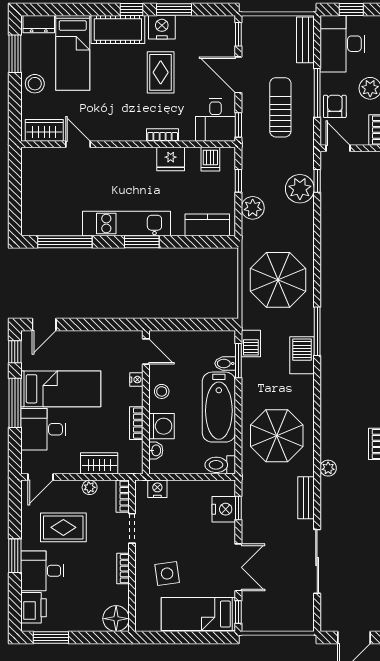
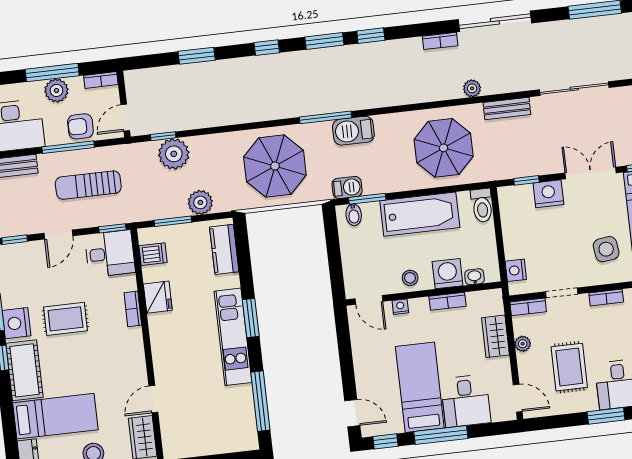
door: (238, 75) -> (58, 235), width x0.73
window: (238, 181) -> (173, 221), width x1.50
door: (146, 351) -> (369, 300), swing flipped
bidet: (225, 363) -> (354, 215), moved
nightstand: (224, 509) -> (548, 194), moved

